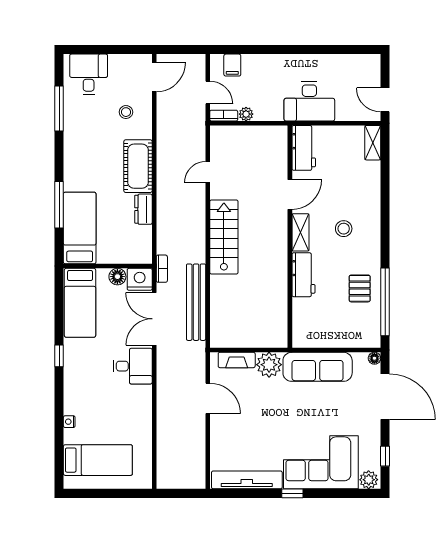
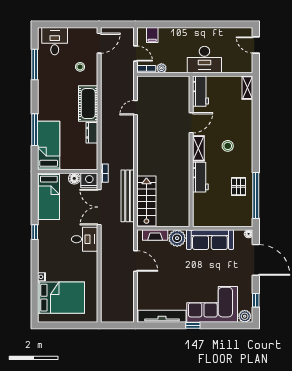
door: (385, 100) -> (256, 45), moved
stairs: (224, 237) -> (146, 201), moved
bed: (98, 460) -> (61, 298), width x1.50

